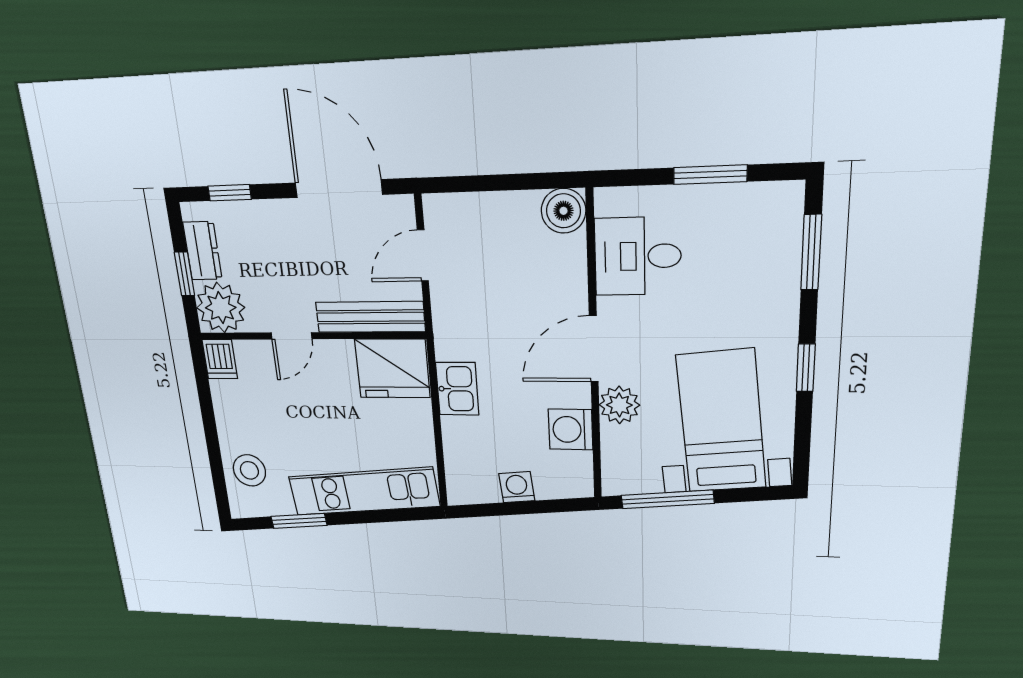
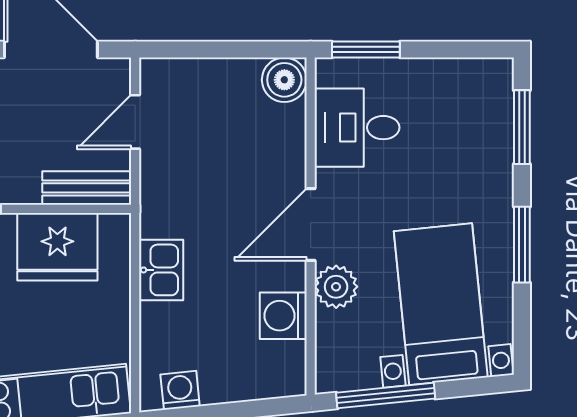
window: (710, 175) -> (366, 49), moved
bench: (370, 317) -> (87, 188), width x0.73
fridge: (392, 368) -> (57, 247), moved
window: (806, 368) -> (522, 245), width x1.50
washing machine: (517, 487) -> (180, 390), moved

